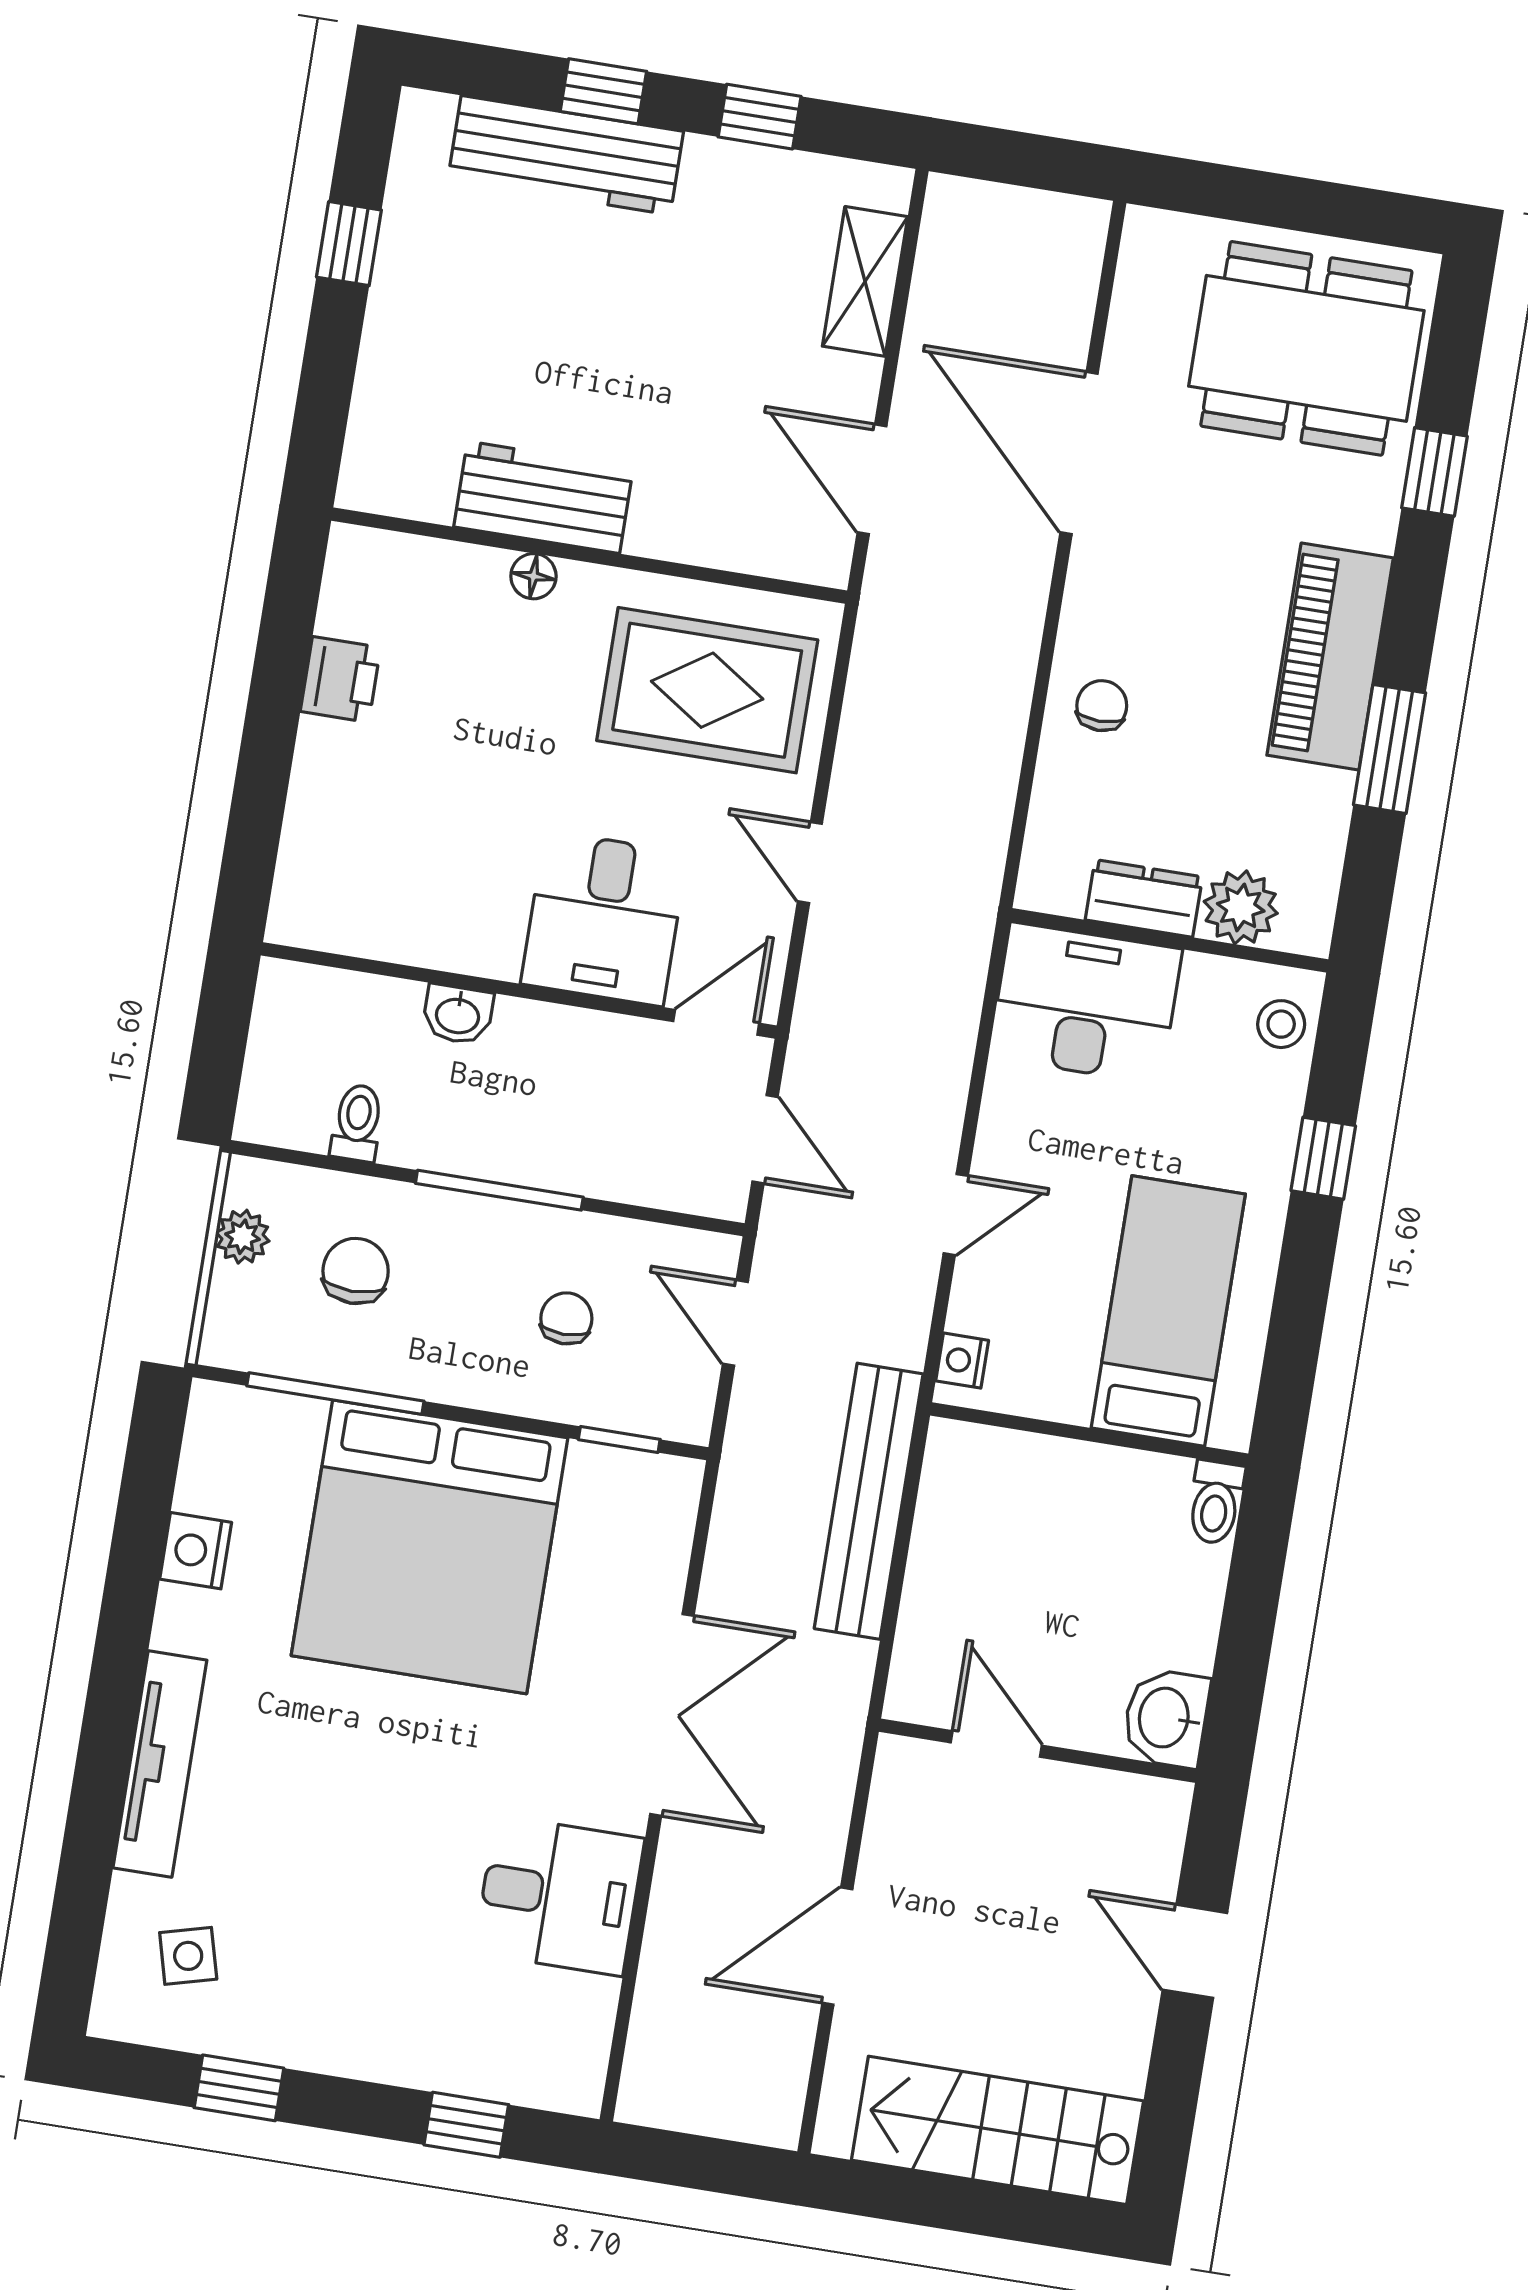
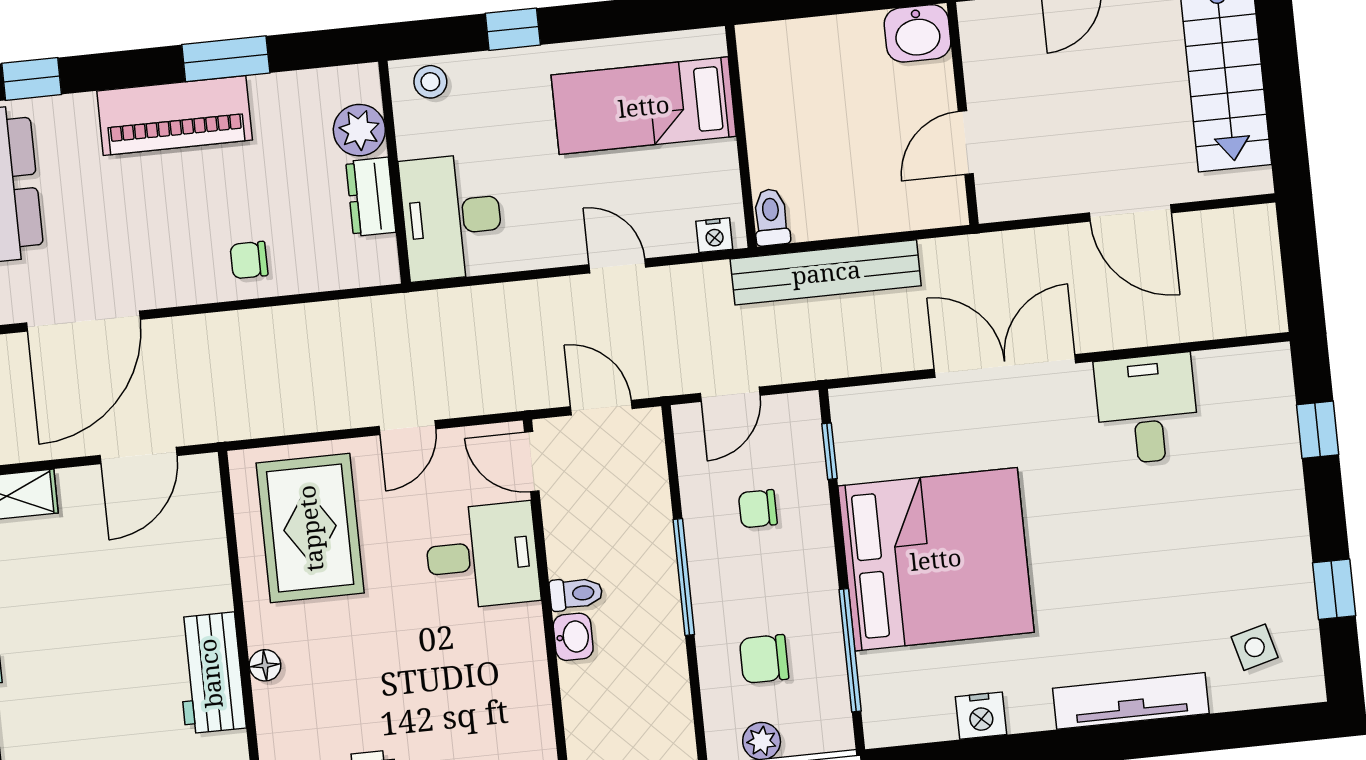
toilet: (357, 1123) -> (576, 594), moved, turned 180
door: (765, 1139) -> (601, 408), hinge flipped
toilet: (1215, 1502) -> (771, 217), moved, turned -90

